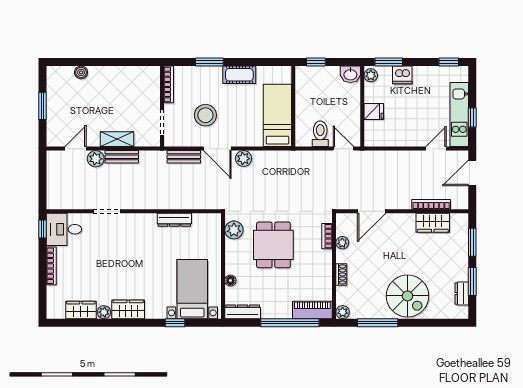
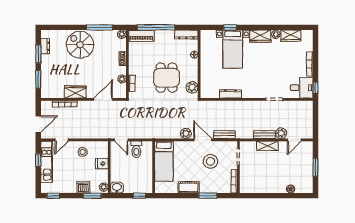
stool: (403, 130) -> (83, 152), added
wardrobe: (433, 223) -> (75, 92), moved
bed with nightstands: (192, 289) -> (233, 49), moved

